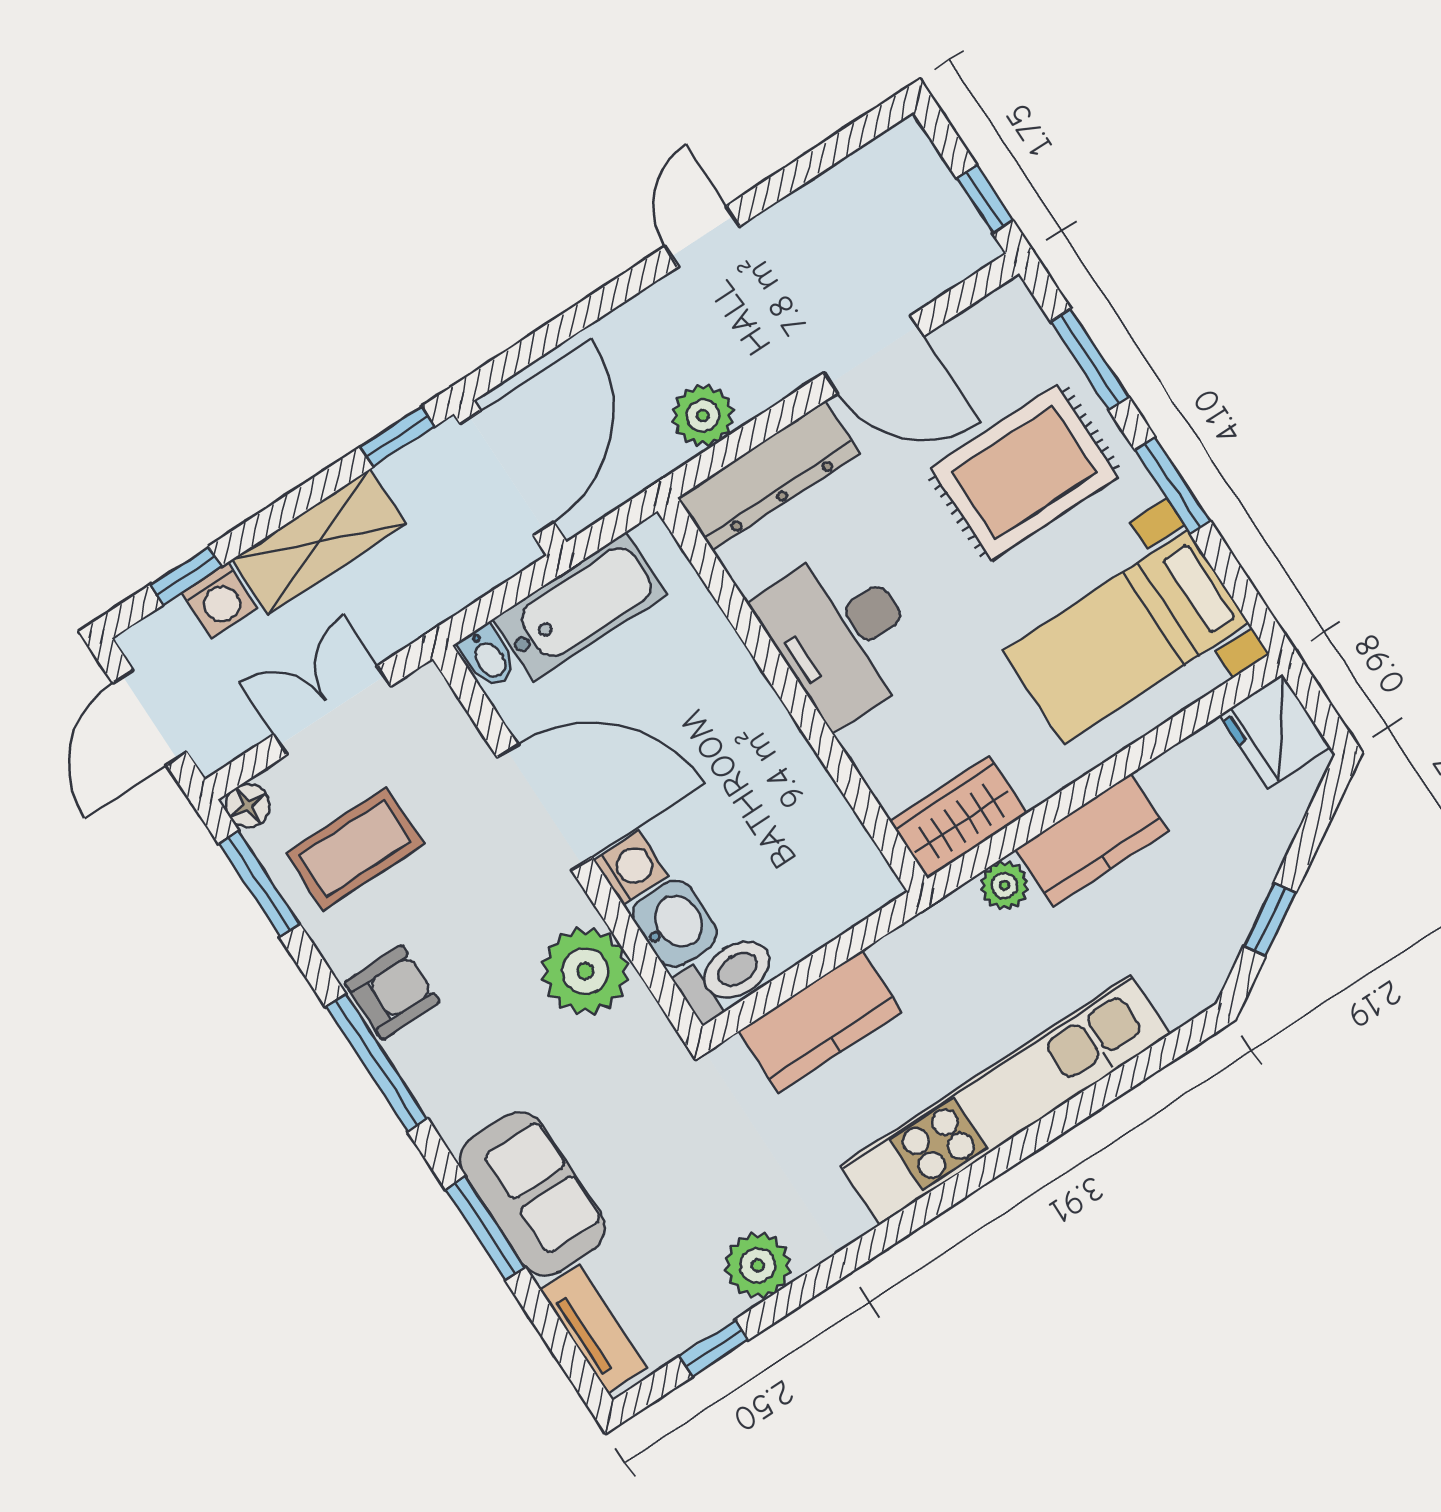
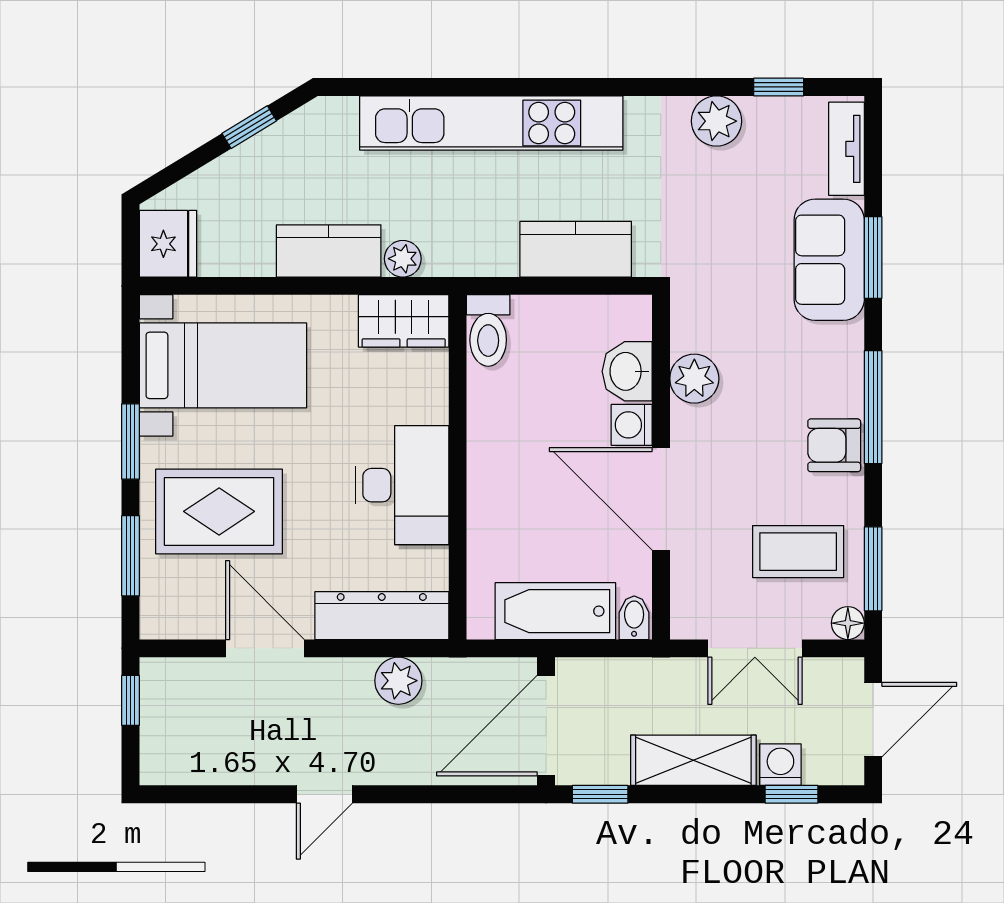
plant: (585, 971) -> (694, 379), width x0.73, depth x0.73
toilet: (726, 977) -> (488, 331), moved, turned -90

